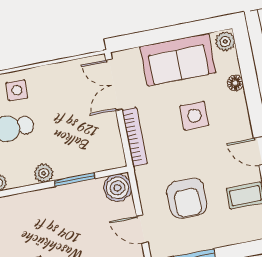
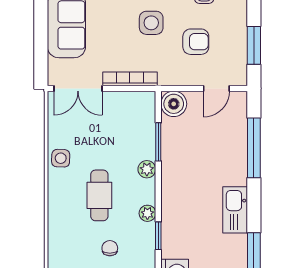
side table: (17, 90) -> (61, 158), moved
side table: (194, 116) -> (151, 23), moved
armchair: (187, 198) -> (196, 42), width x0.72, depth x0.72

